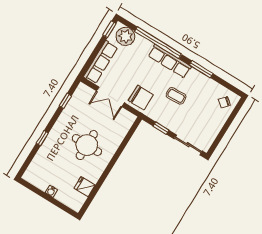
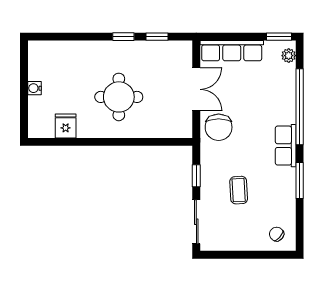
plant: (125, 36) -> (289, 56), width x0.53, depth x0.53
row of seats: (170, 61) -> (286, 146), width x0.68
coffee table: (176, 96) -> (239, 190), moved
double door: (110, 97) -> (196, 89), swing flipped
window: (42, 138) -> (123, 37), moved

